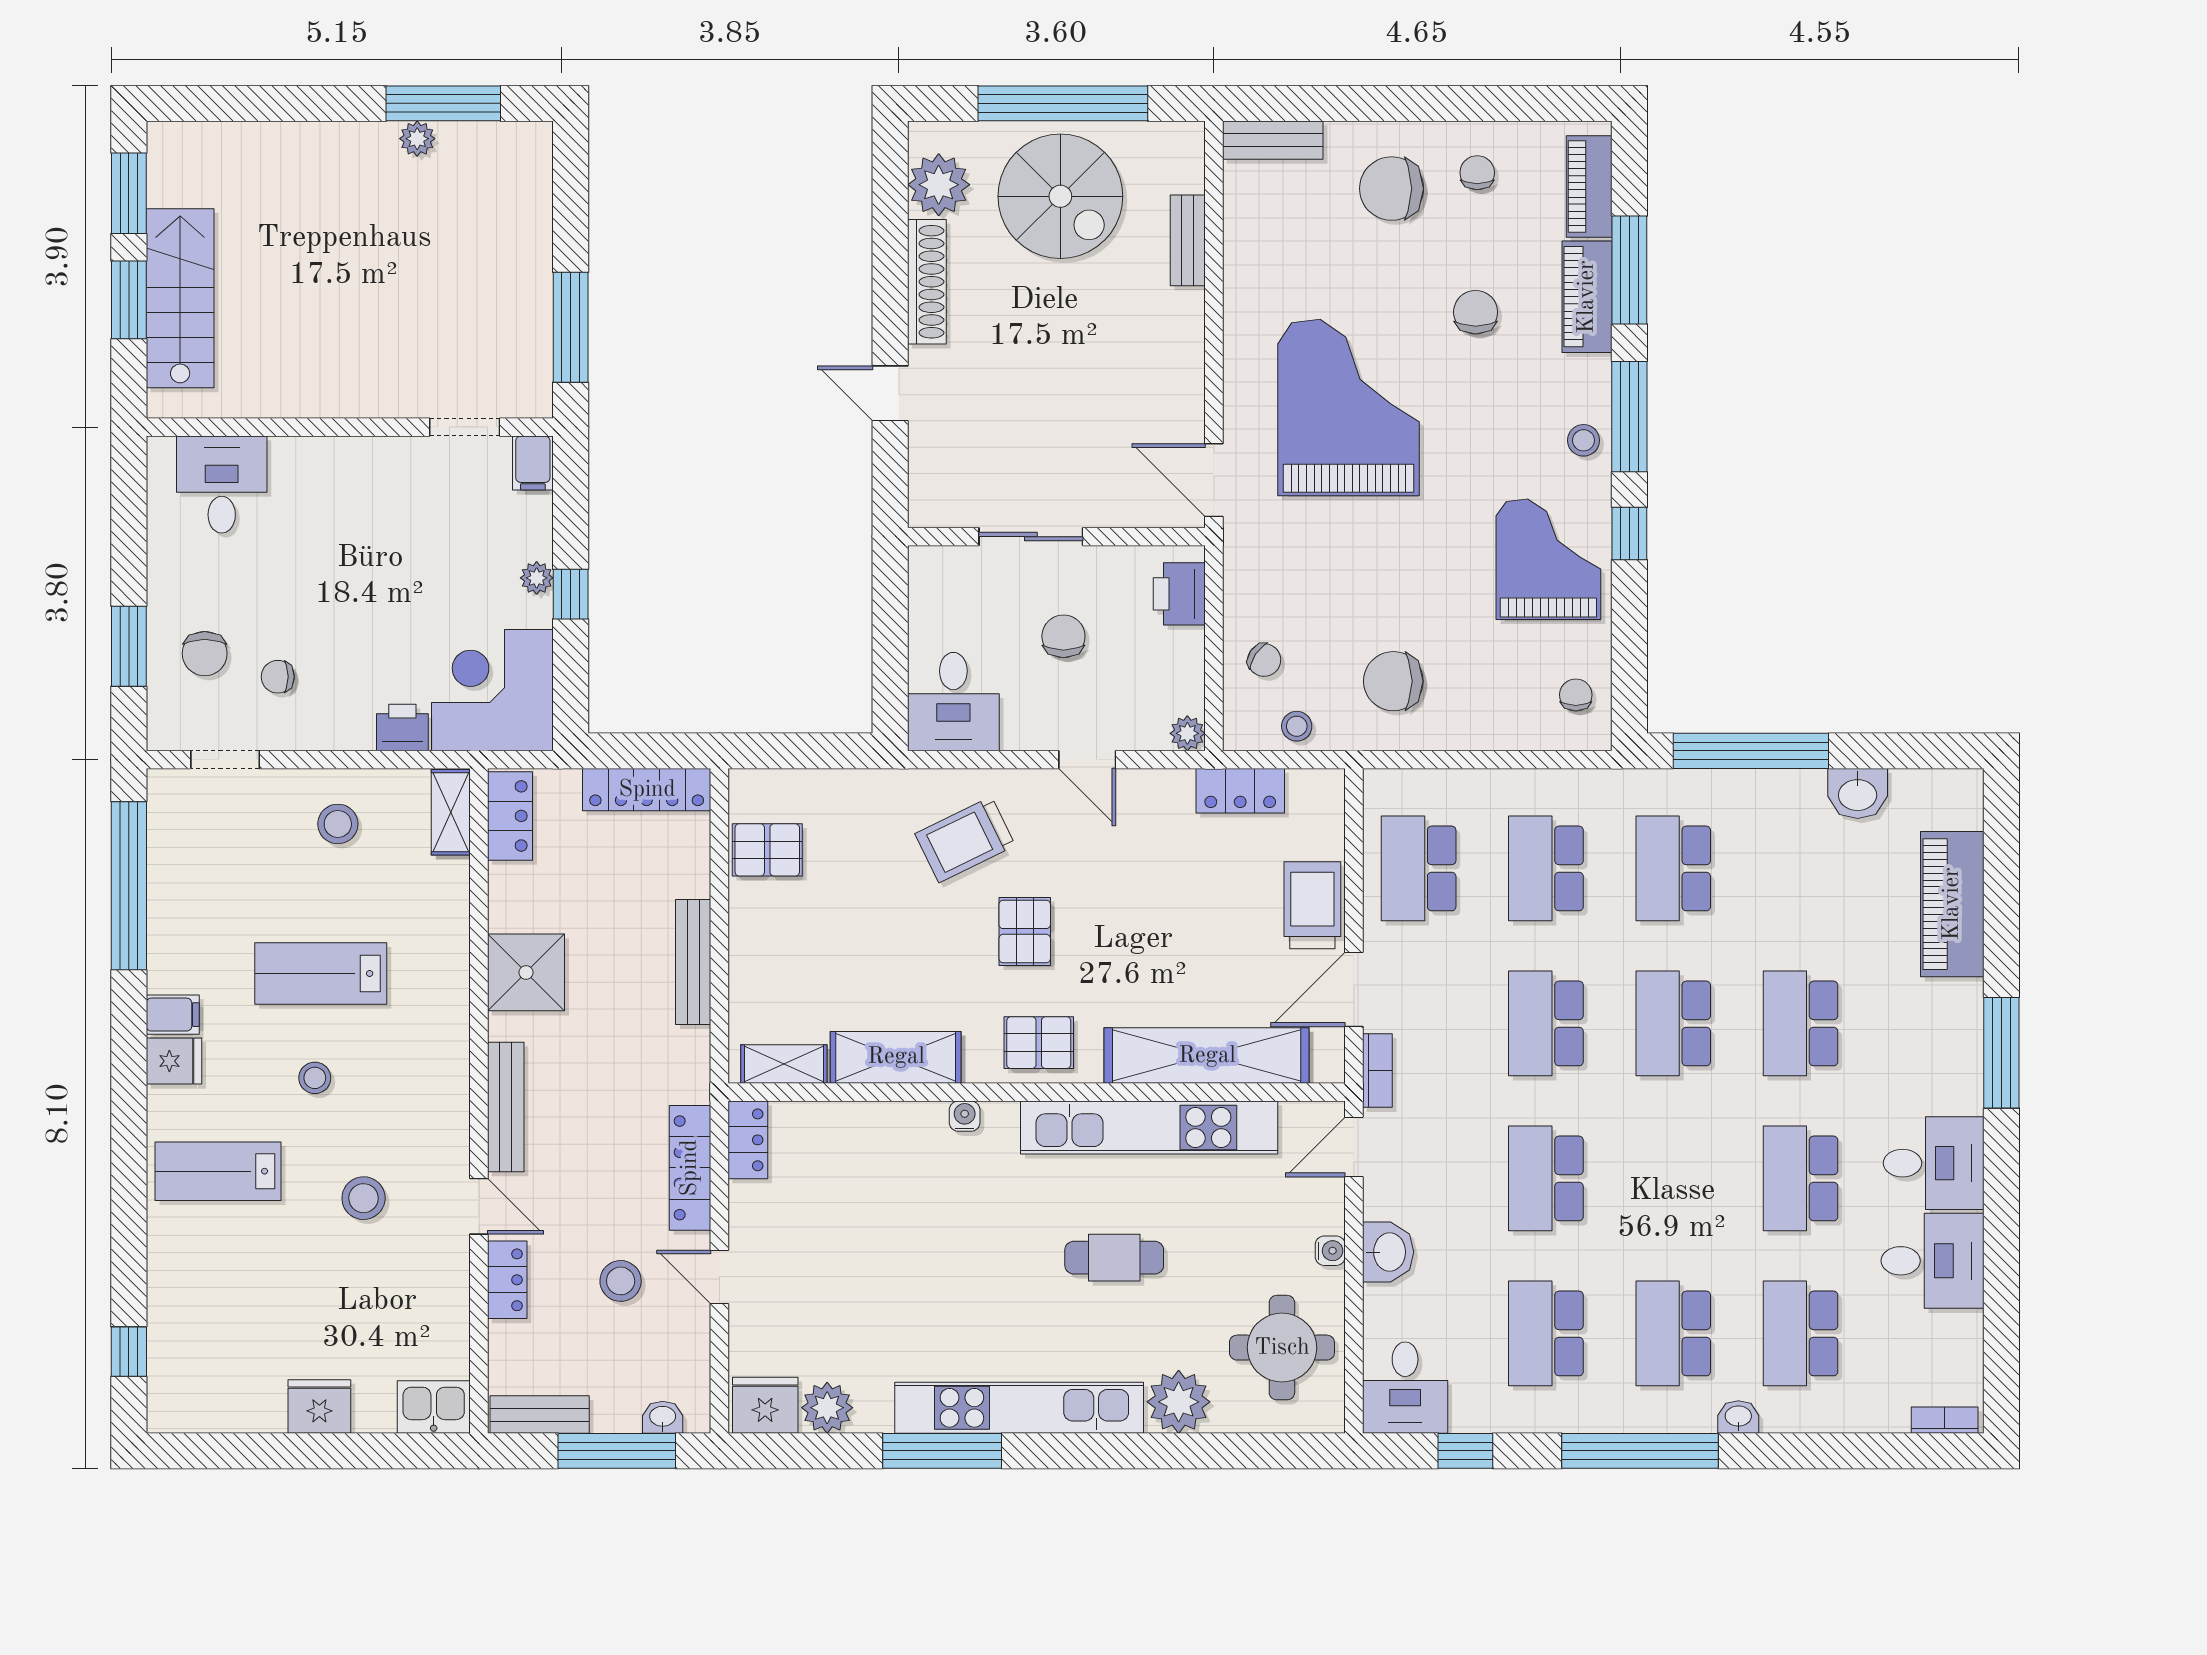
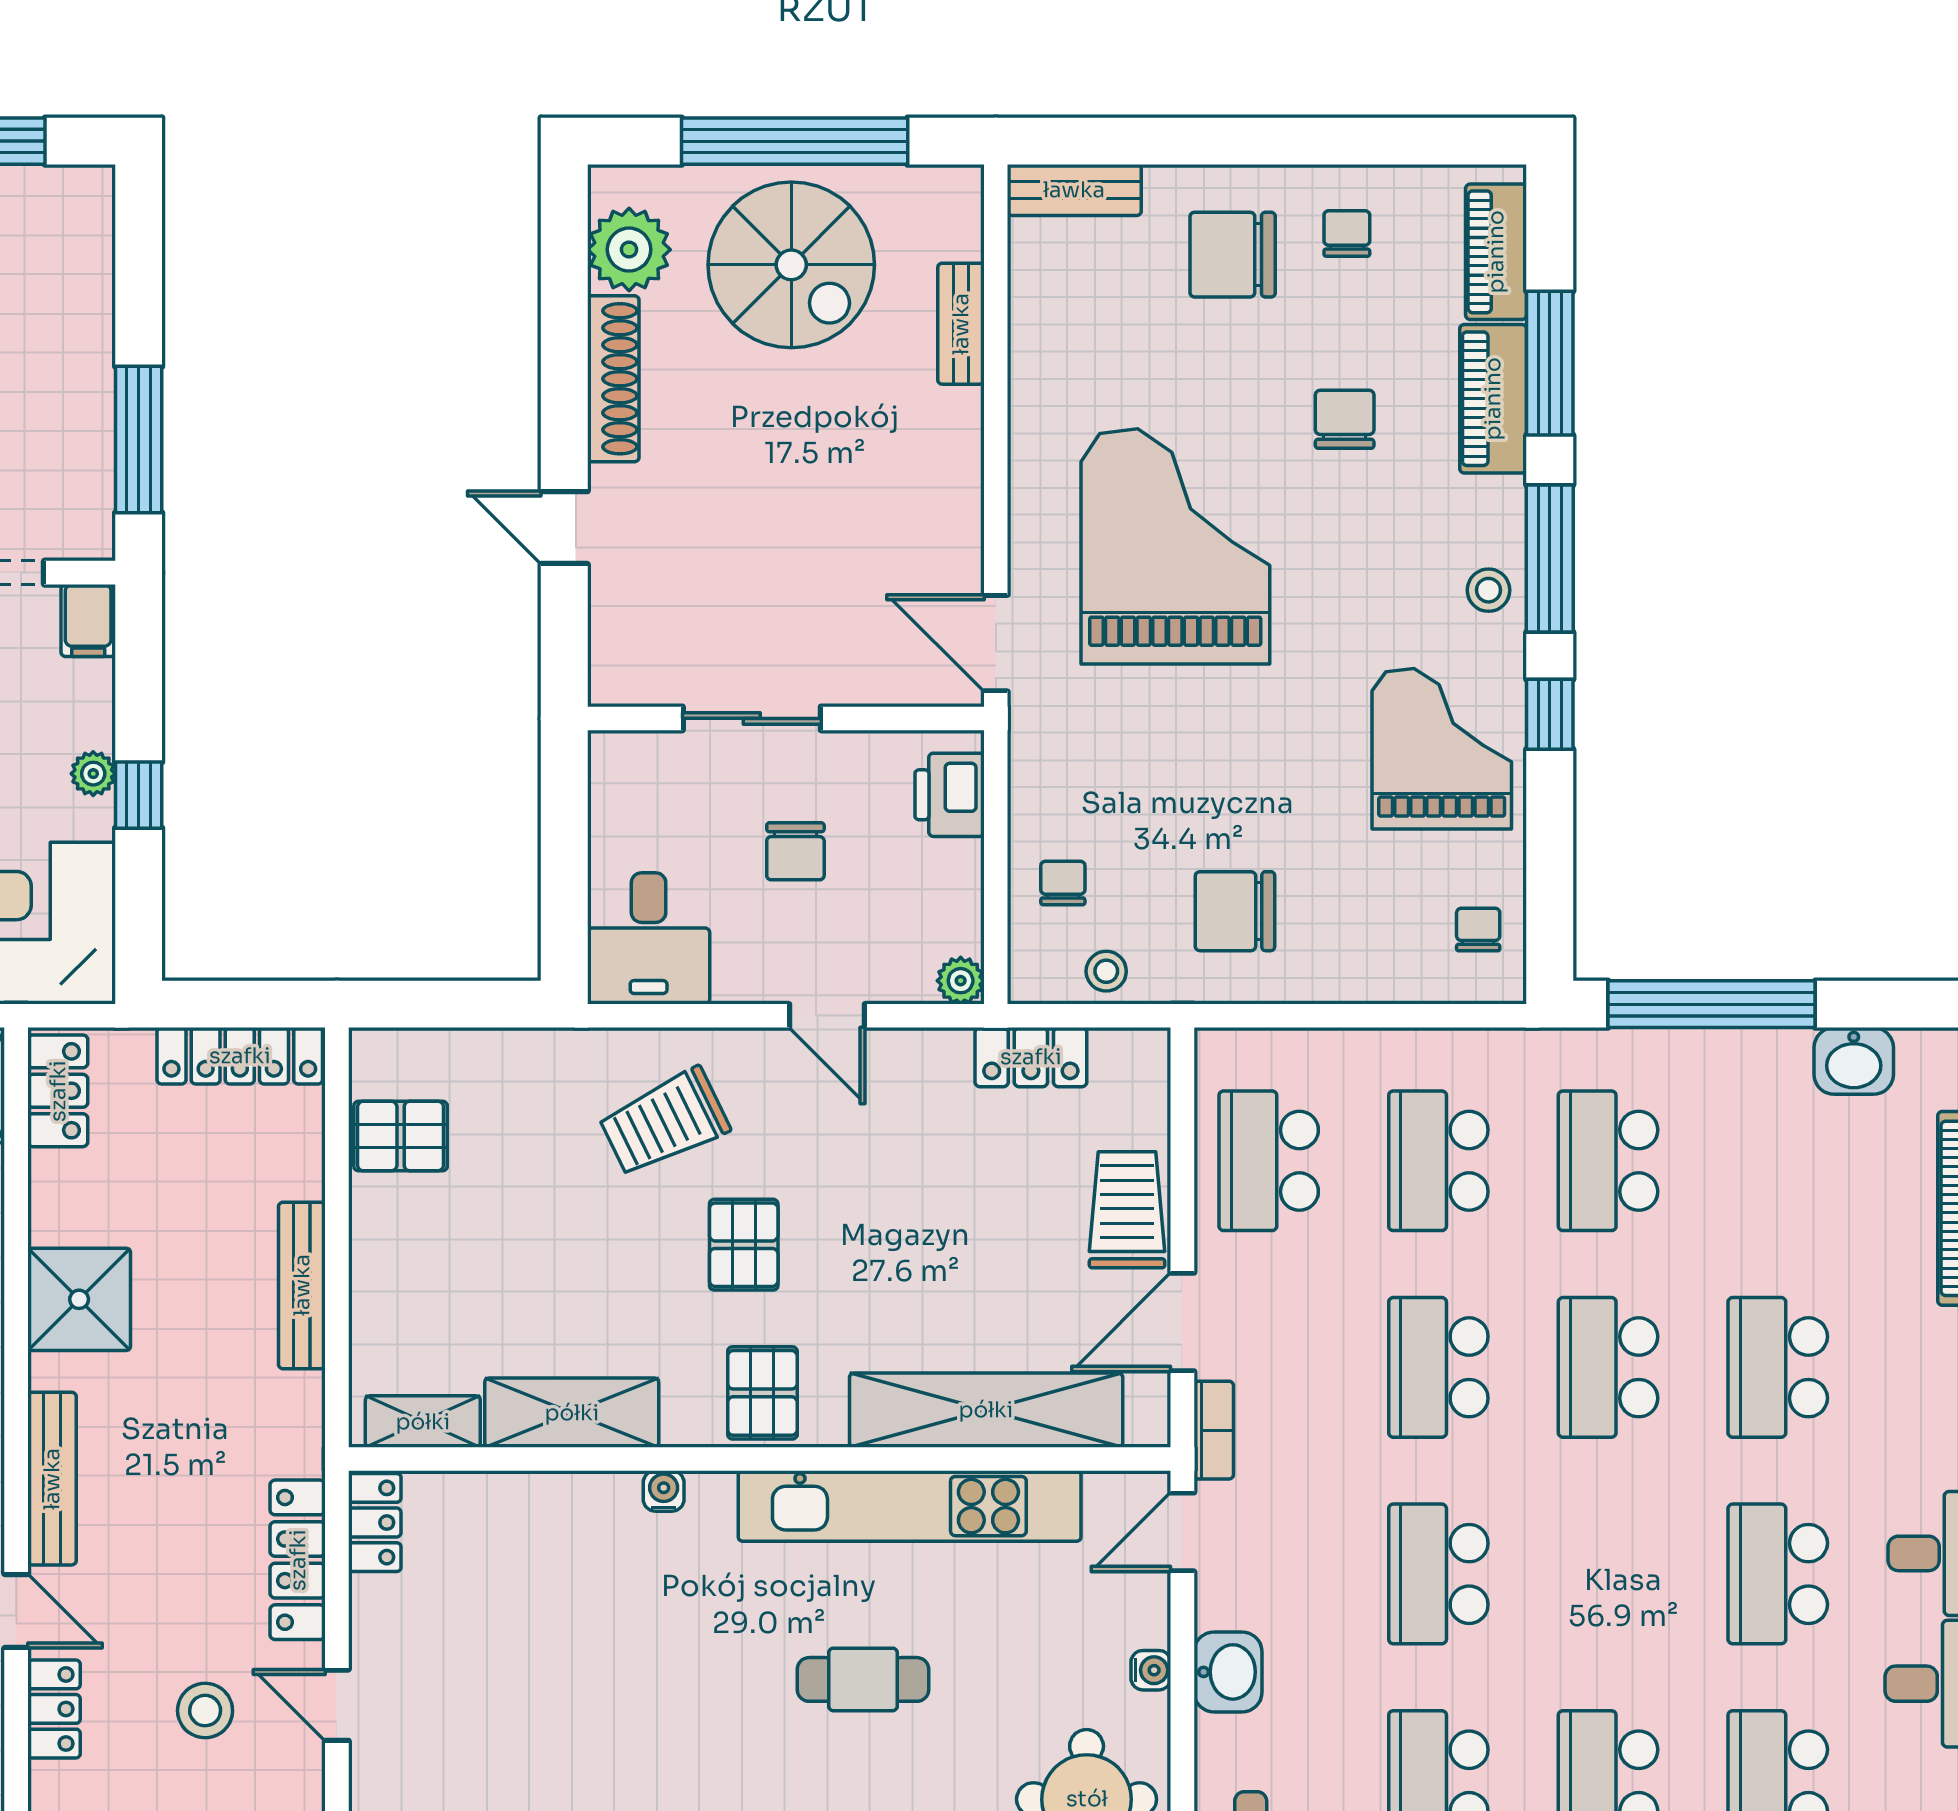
chair: (1063, 636) -> (795, 851), turned 180
chair: (1264, 660) -> (1063, 883), turned -124
pallet: (1039, 1043) -> (762, 1393), turned 90

